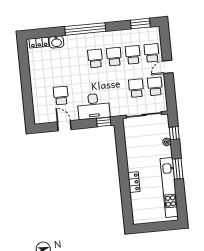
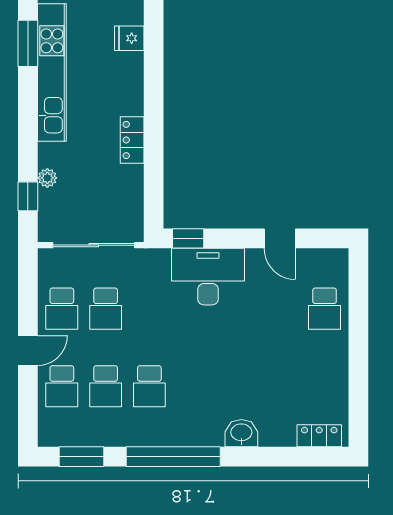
window: (85, 29) -> (173, 457), moved
washbasin: (56, 42) -> (241, 433), moved
school desk: (95, 58) -> (193, 386), removed
school desk: (61, 96) -> (325, 309), moved
window: (178, 169) -> (28, 43), moved
locker: (134, 182) -> (132, 140), moved
fridge: (137, 205) -> (129, 38), added

